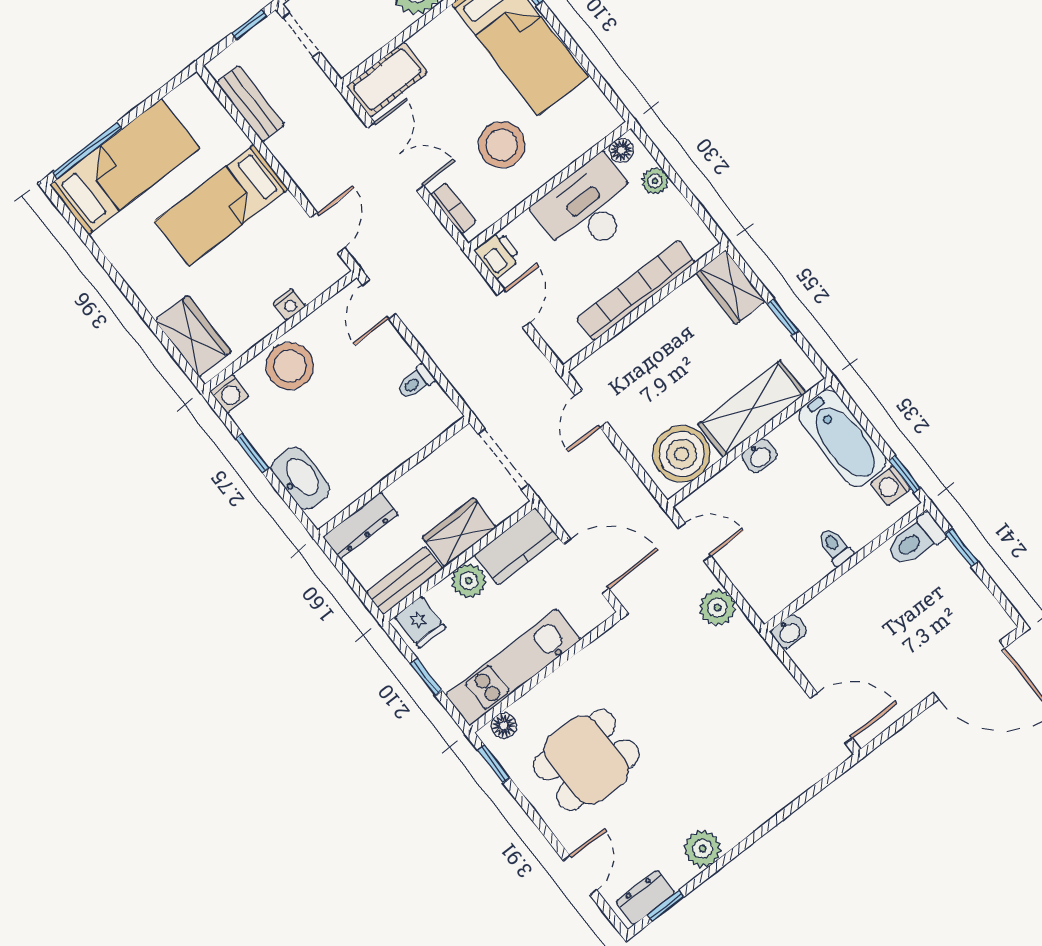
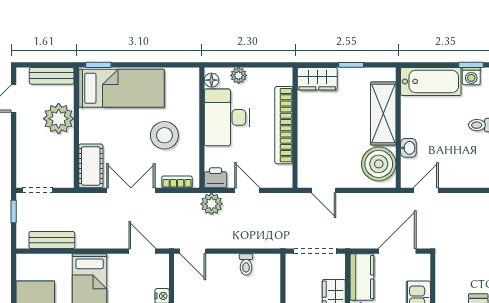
washbasin: (759, 456) -> (408, 148), moved
plant: (717, 608) -> (212, 204), moved

